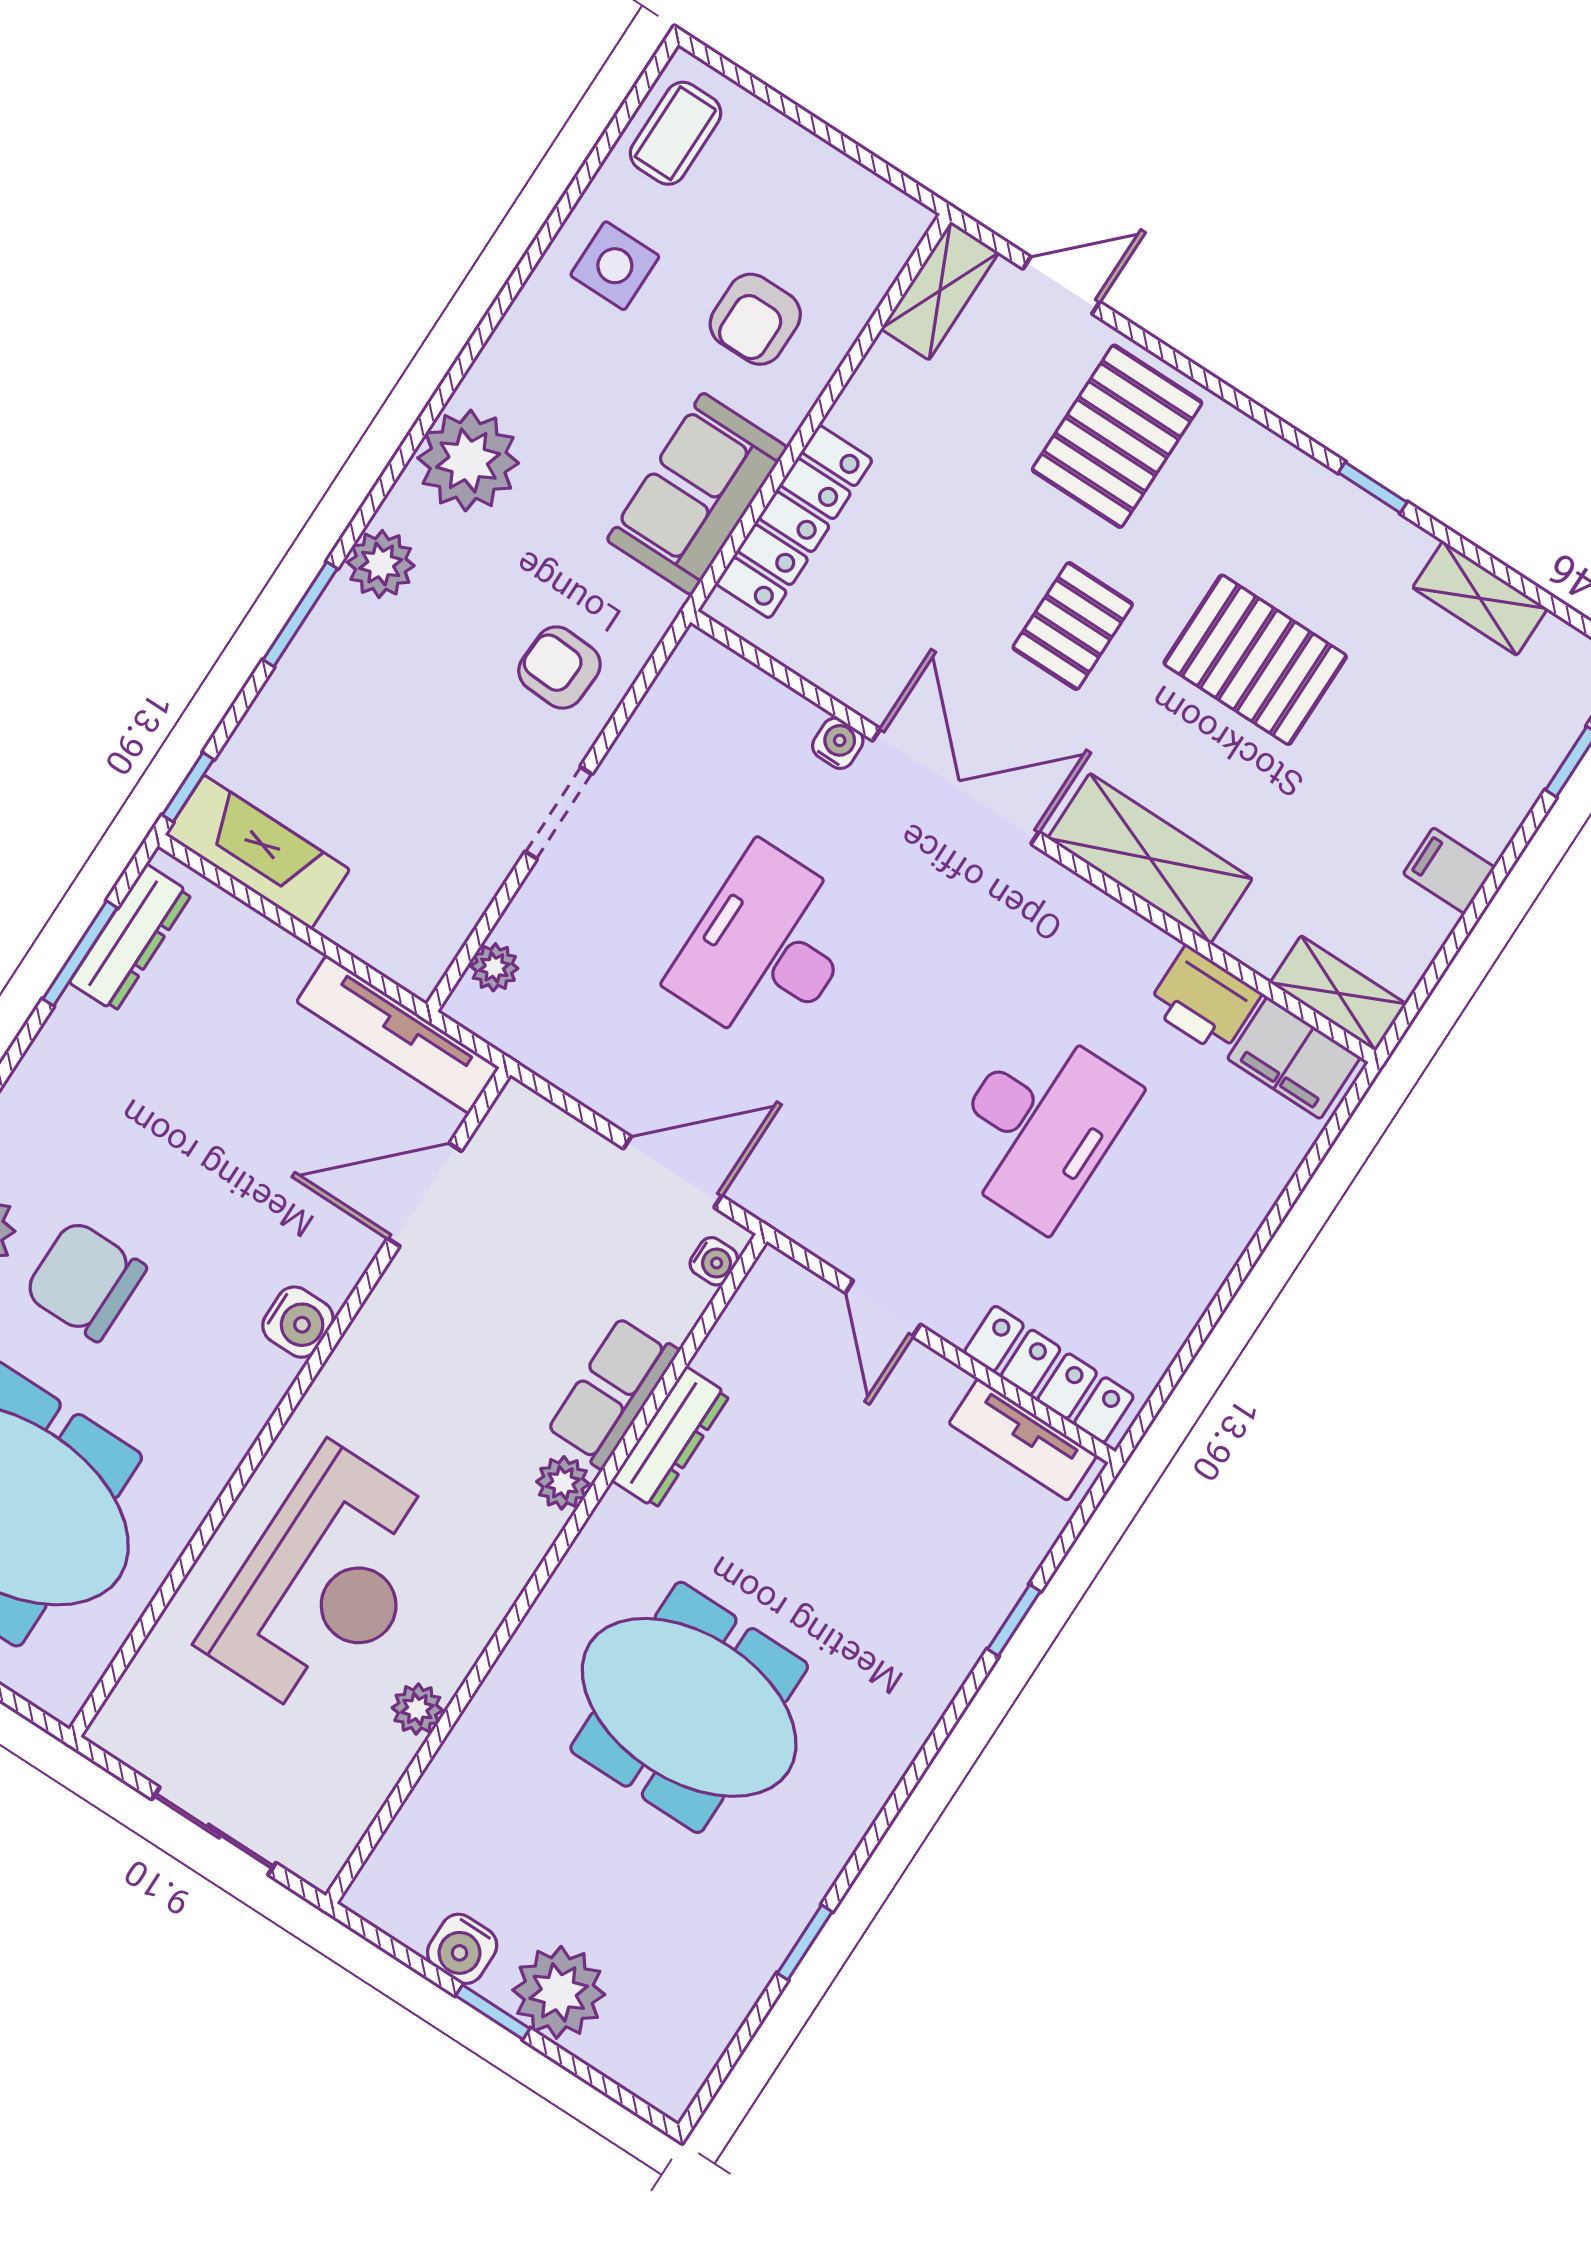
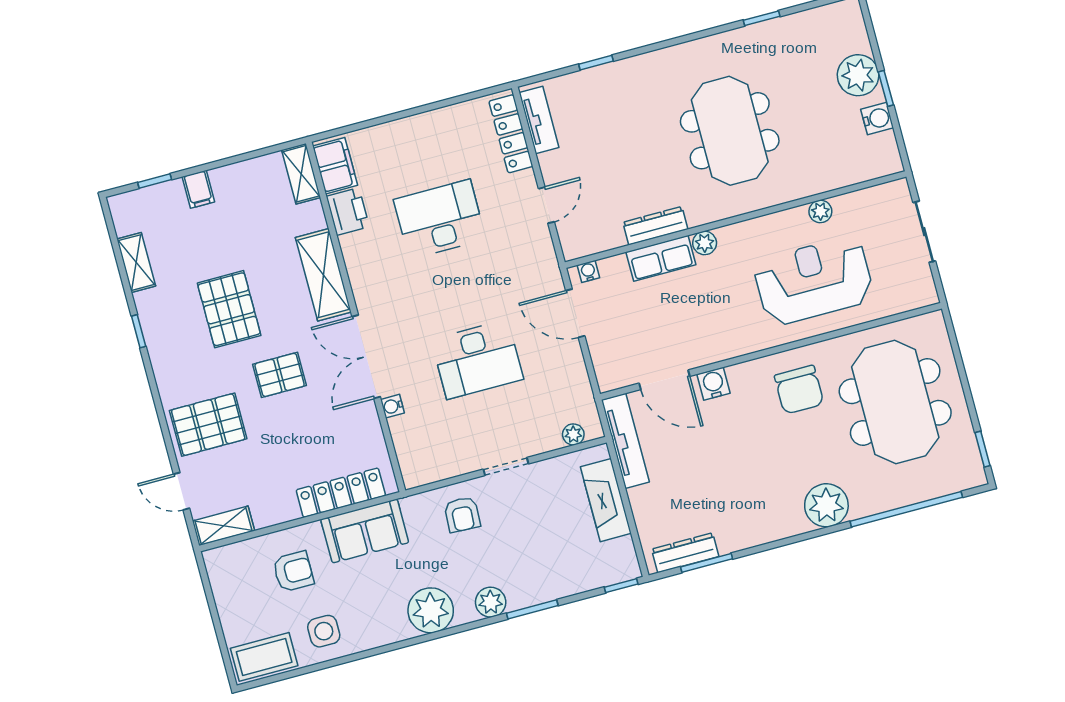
coffee table: (676, 133) -> (264, 657), width x1.36, depth x1.30
fireplace: (257, 852) -> (606, 500), moved
filing cabinet: (1449, 871) -> (198, 189), moved
chair: (85, 1280) -> (799, 390), moved
water cooler: (298, 1322) -> (714, 384), moved

